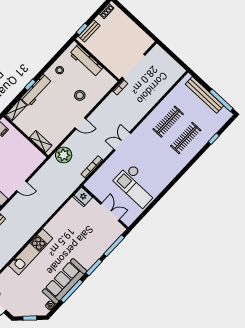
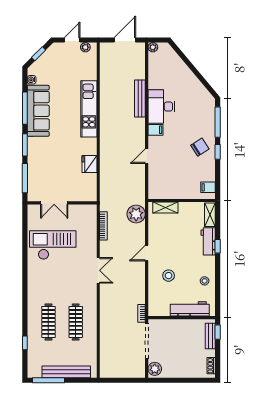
plant: (145, 43) -> (155, 369), added
workbench: (36, 90) -> (208, 241), width x0.73
fridge: (83, 197) -> (89, 164), moved, turned -90

